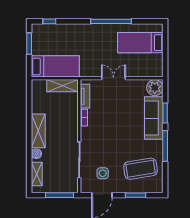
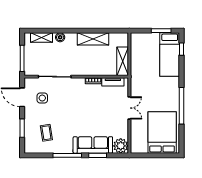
bed: (140, 43) -> (162, 132), width x1.50
bed: (55, 66) -> (170, 55), moved
shelving: (38, 131) -> (93, 39), moved
coffee table: (141, 169) -> (46, 133), width x0.54, depth x0.58

